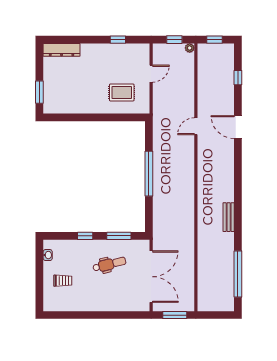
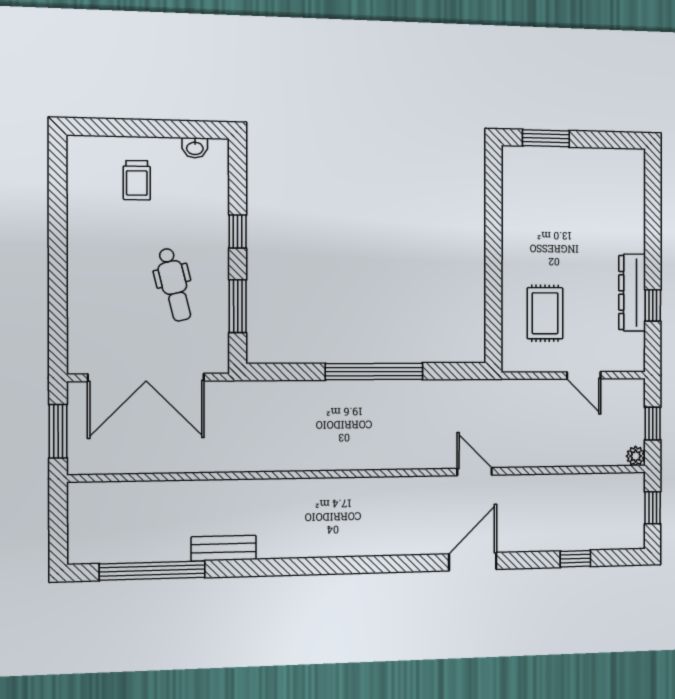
dresser: (62, 50) -> (632, 293), moved
bench: (229, 217) -> (224, 548), moved

